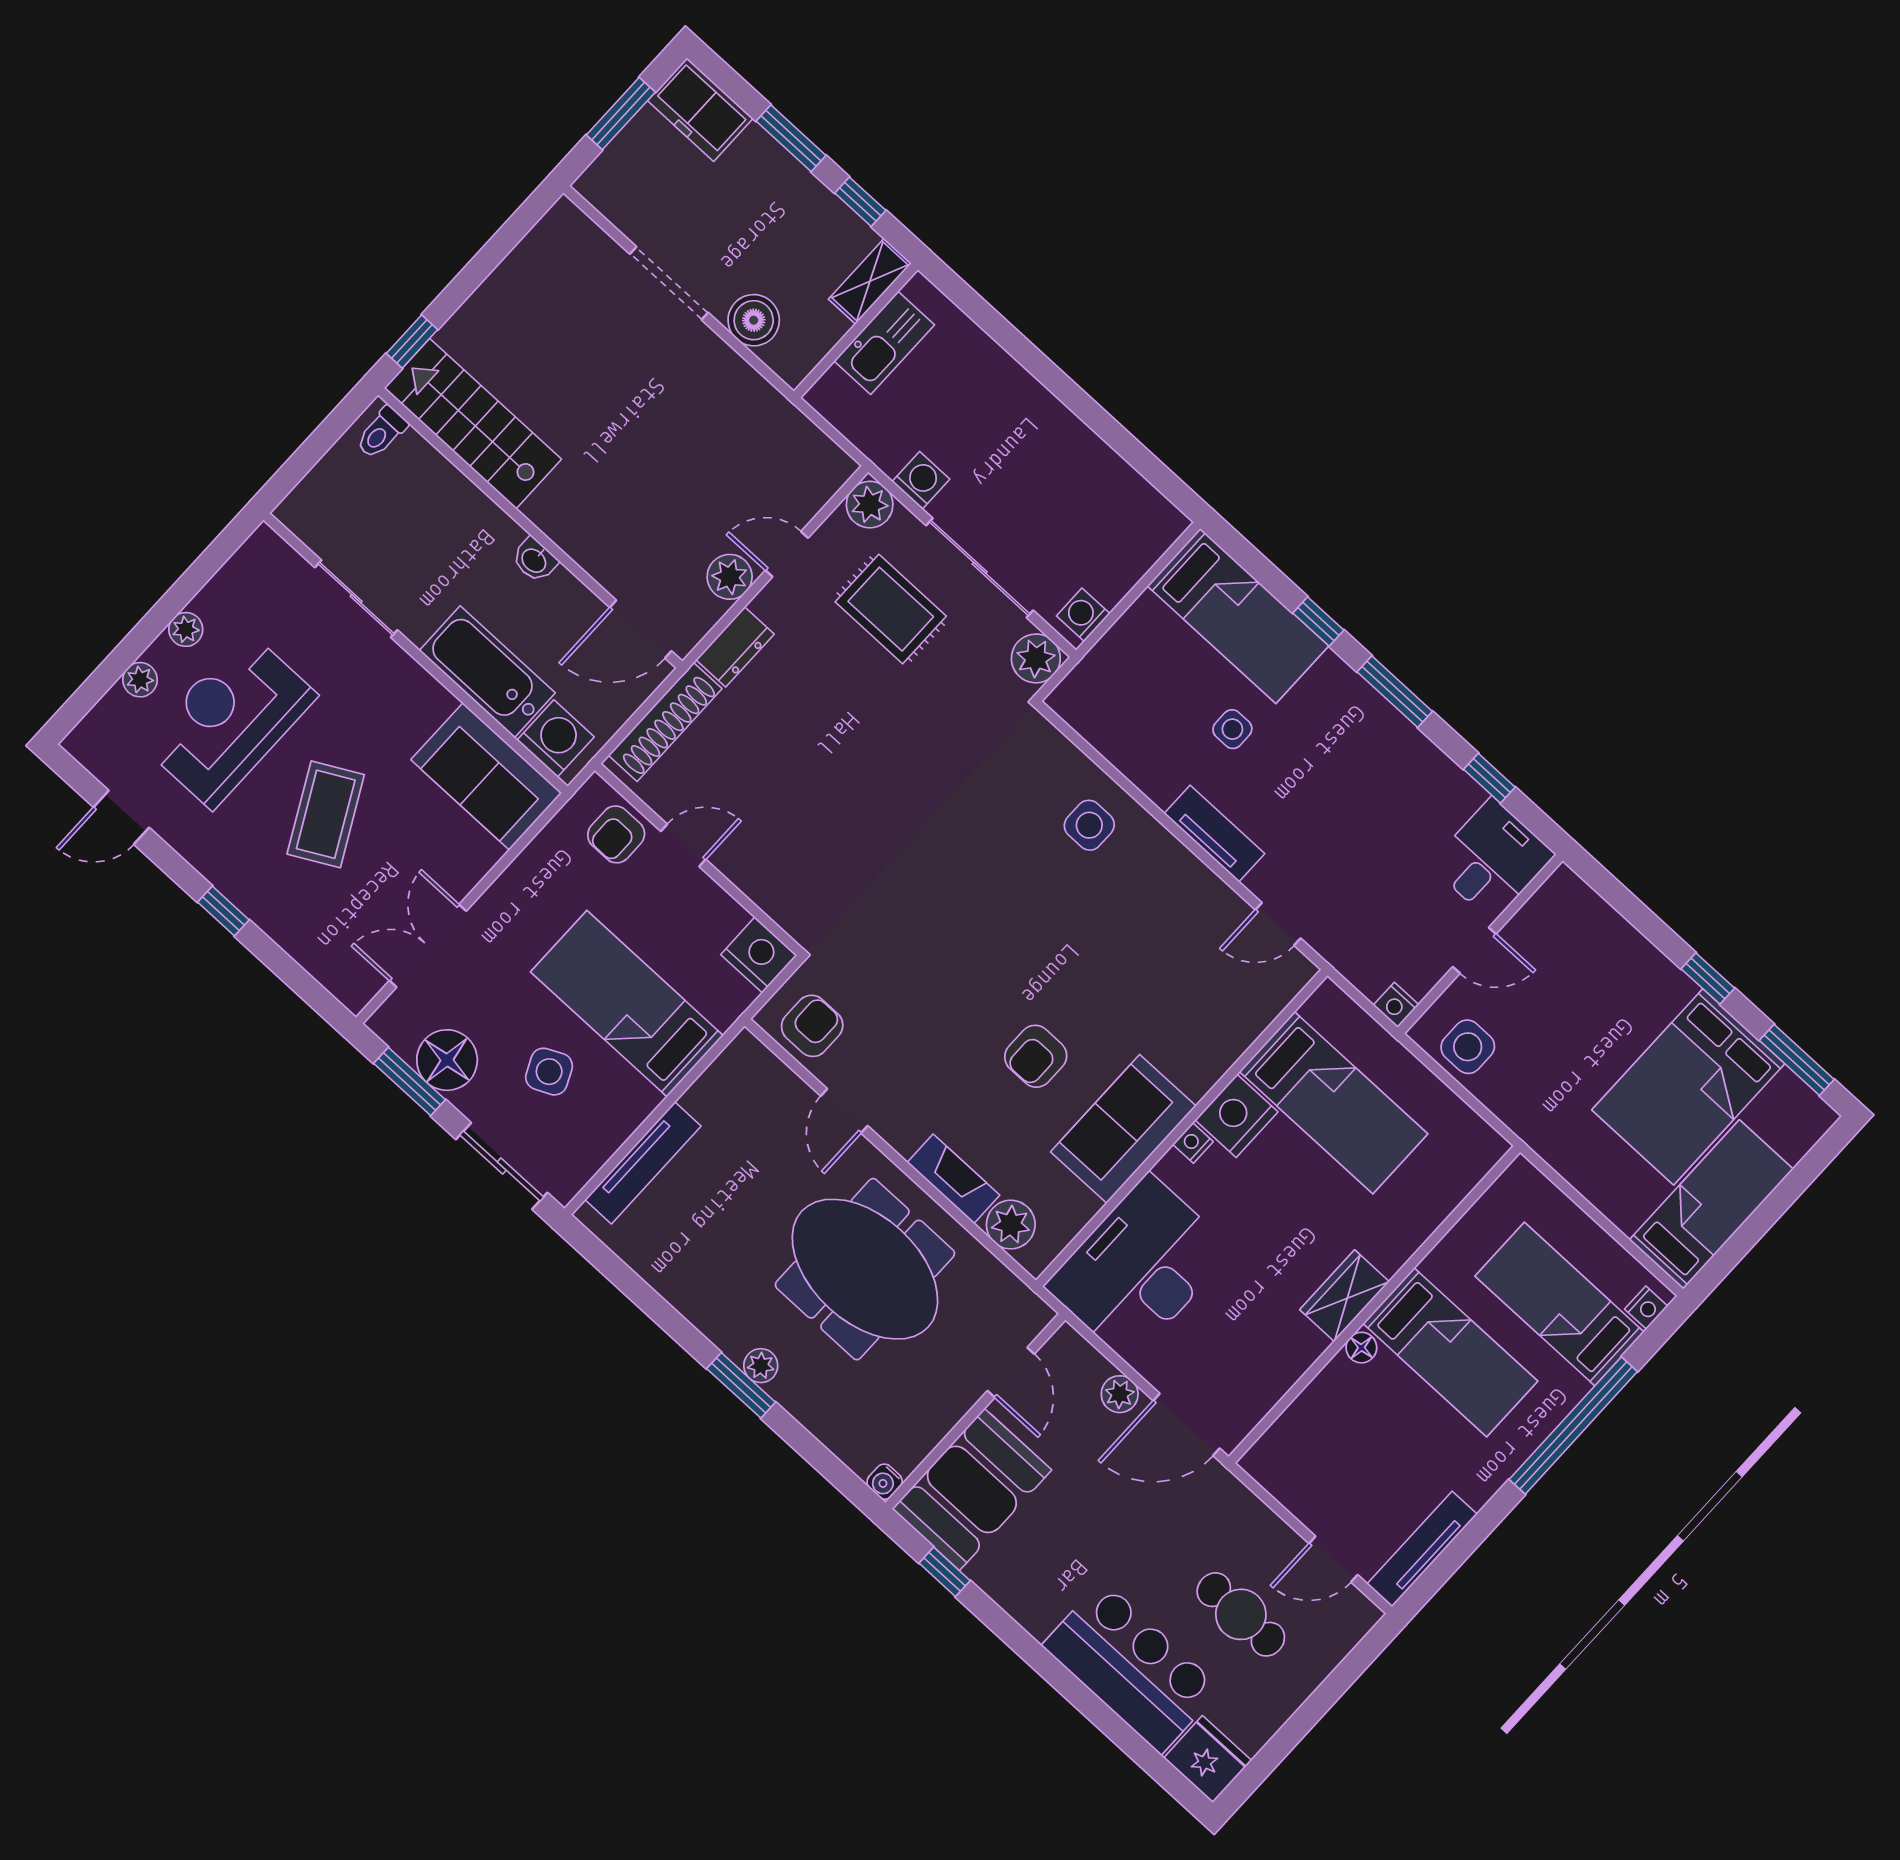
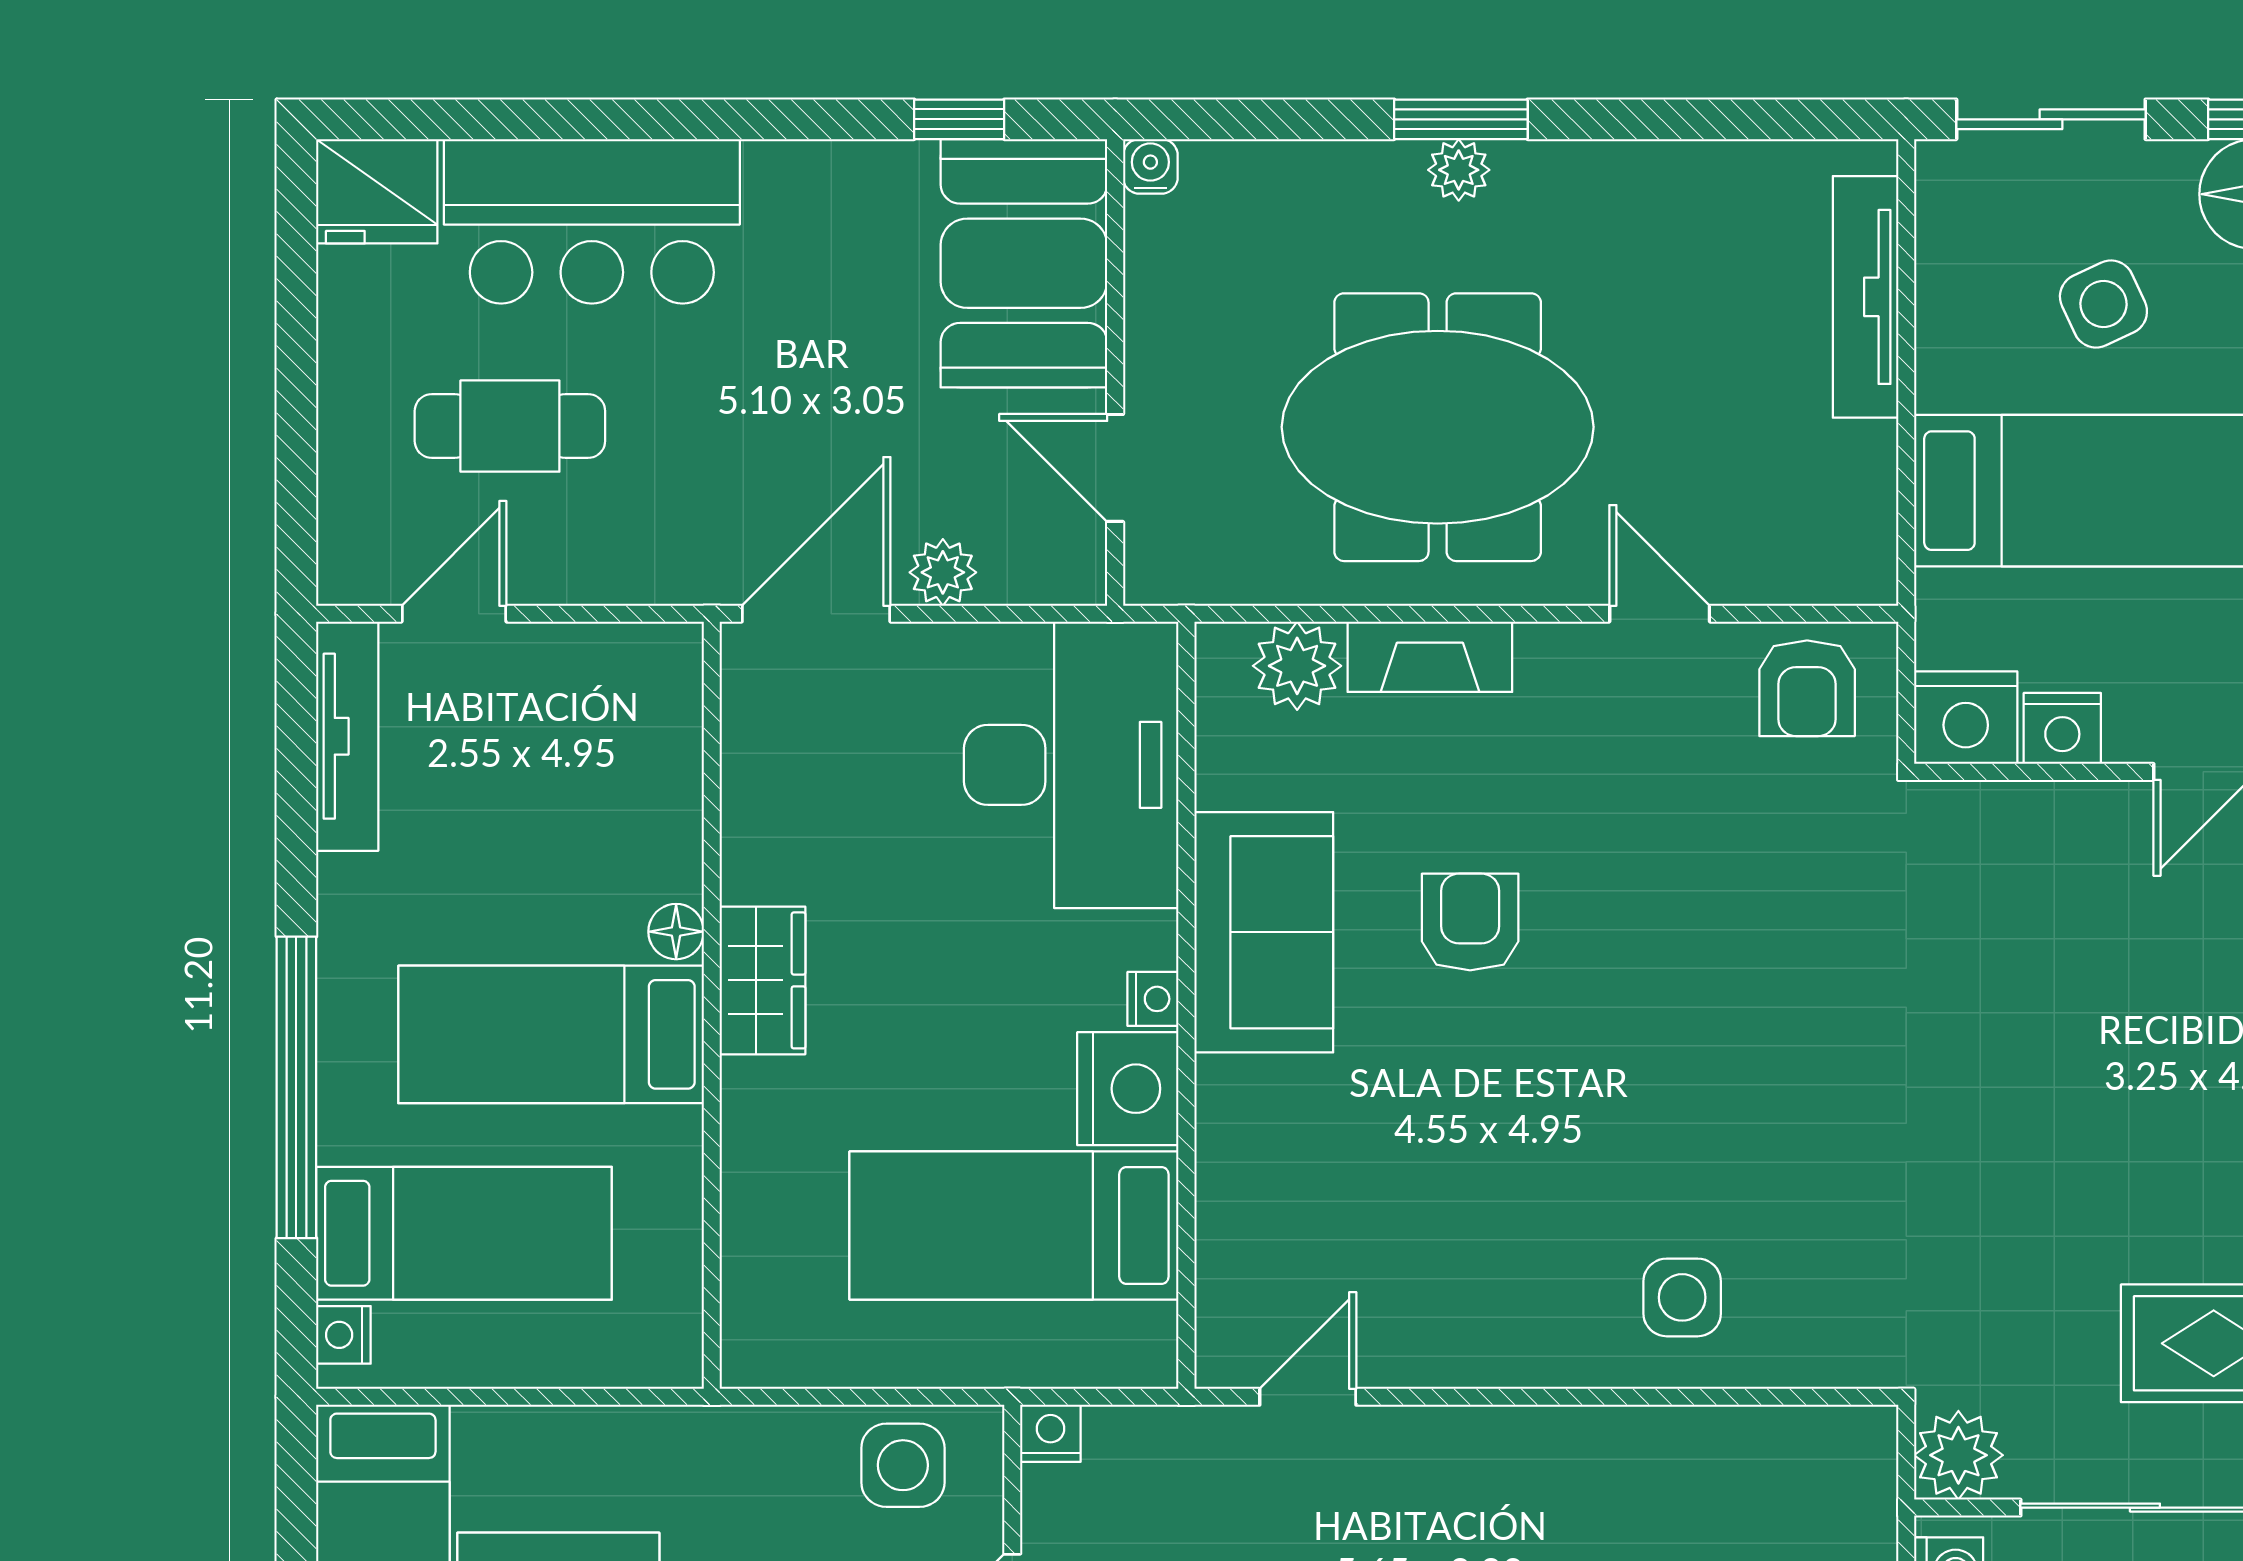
tv unit: (1214, 834) -> (1504, 1440), removed
nightstand: (724, 915) -> (2062, 728), added

